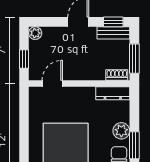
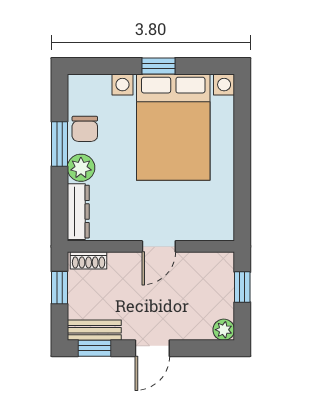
window: (134, 59) -> (59, 288), width x0.67
door: (52, 83) -> (159, 246), moved
dresser: (113, 93) -> (78, 212), moved, turned 90

